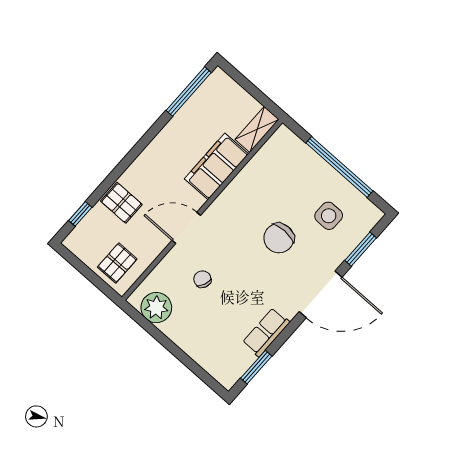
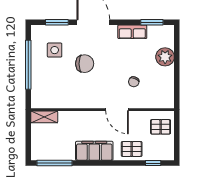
filing cabinet: (216, 166) -> (94, 151), moved, turned 180
pallet: (121, 203) -> (132, 149), turned 90
plant: (156, 308) -> (165, 57), moved

